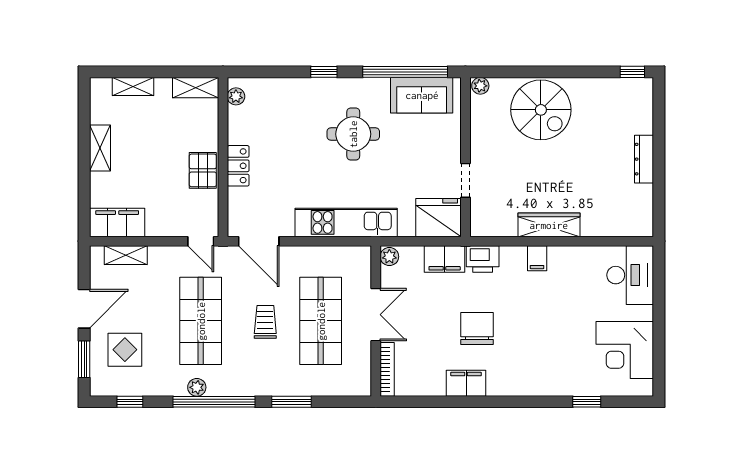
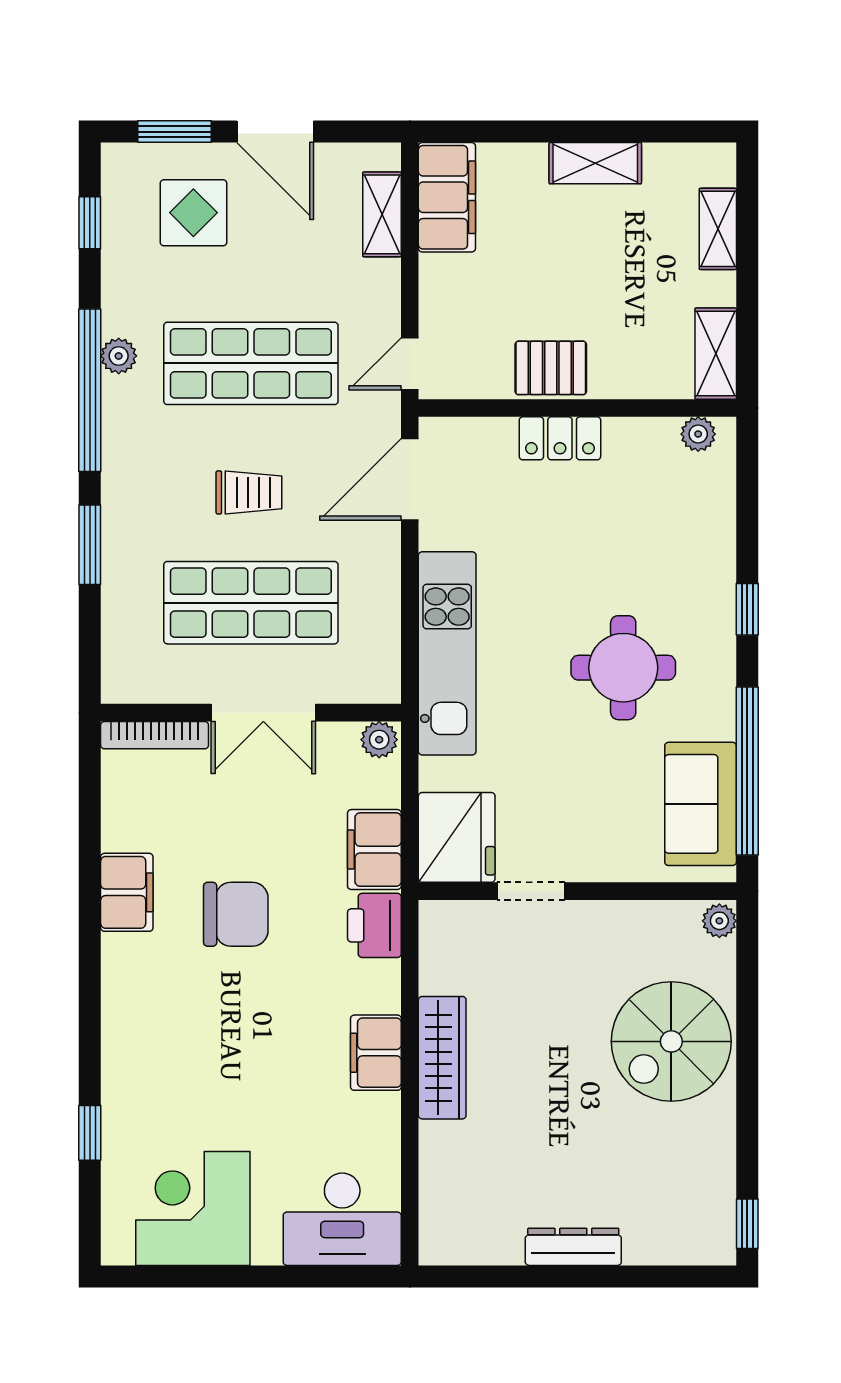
filing cabinet: (537, 258) -> (376, 1053), width x2.00

